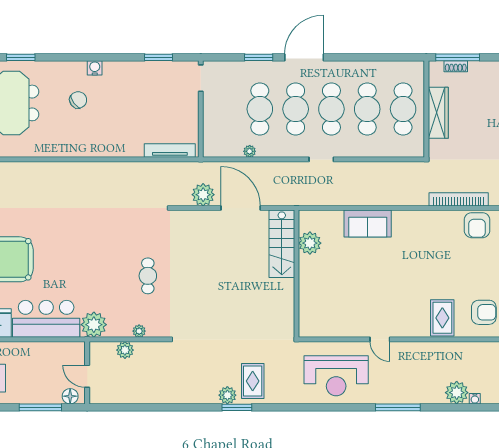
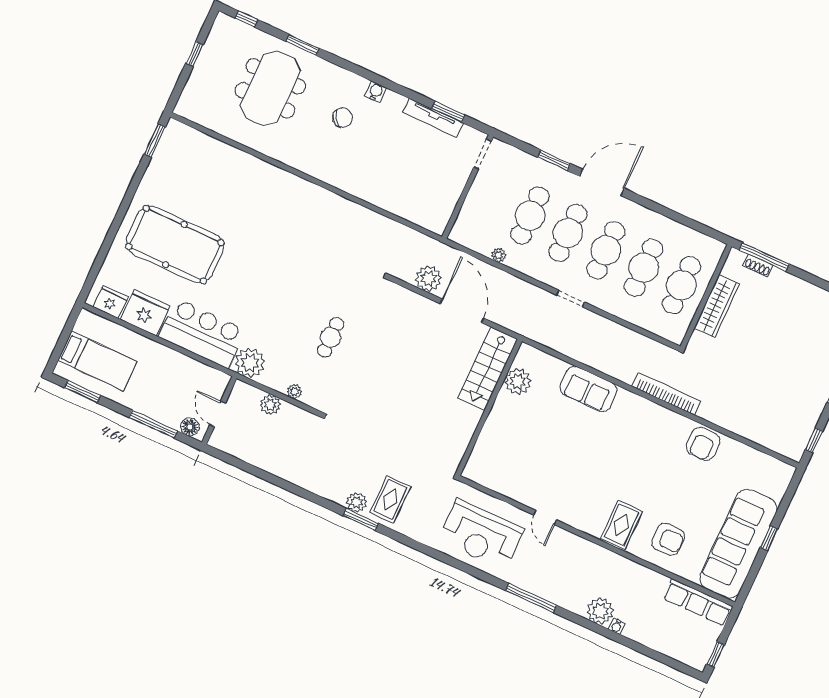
tv unit: (170, 150) -> (433, 118), moved, turned 180
bookcase: (459, 199) -> (666, 394), moved

